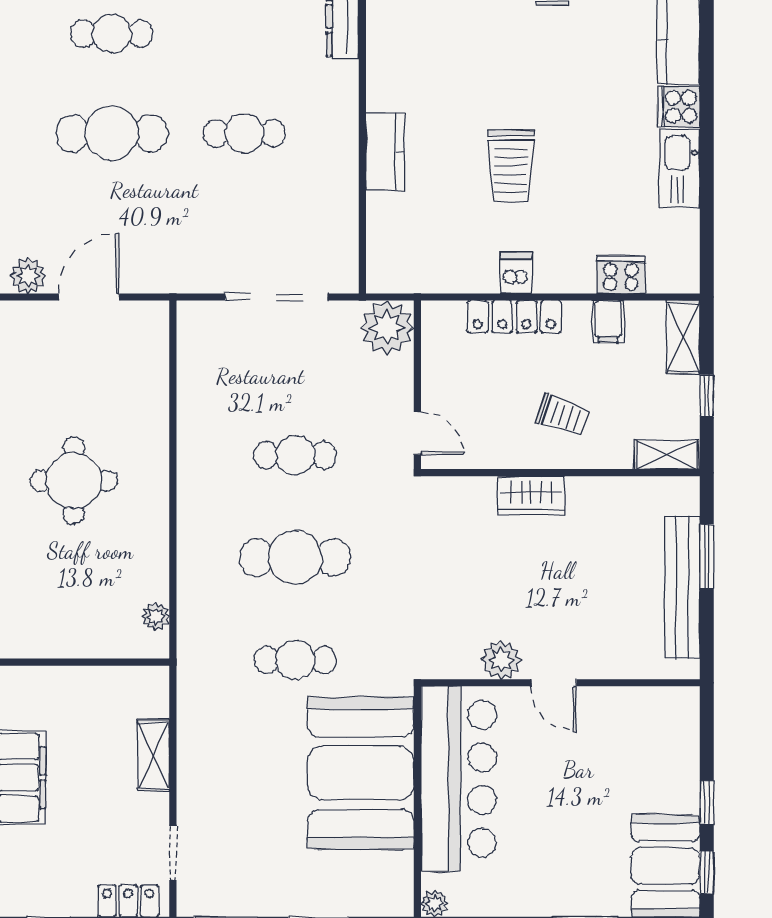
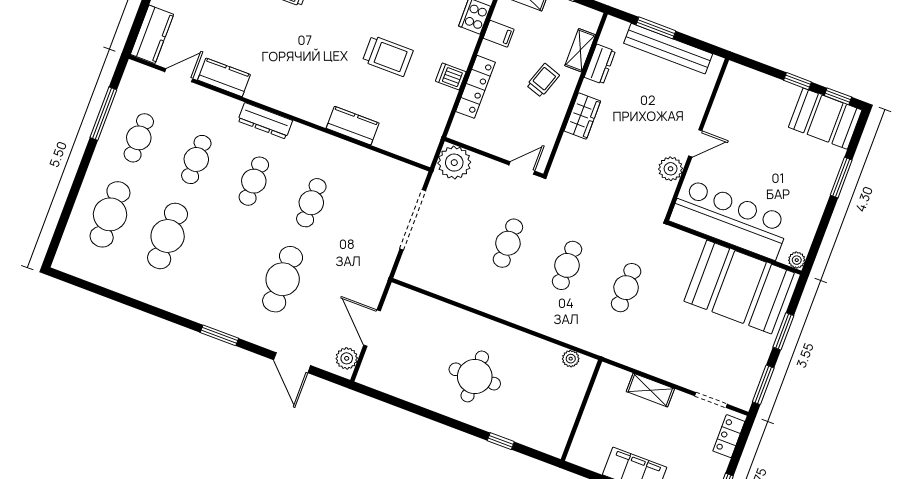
cafe table: (112, 34) -> (254, 181), moved
shelving: (667, 455) -> (580, 50), moved
dresser: (620, 493) -> (600, 64), added
cafe table: (295, 558) -> (567, 265), width x0.73, depth x0.74
booth: (361, 773) -> (739, 287), moved

